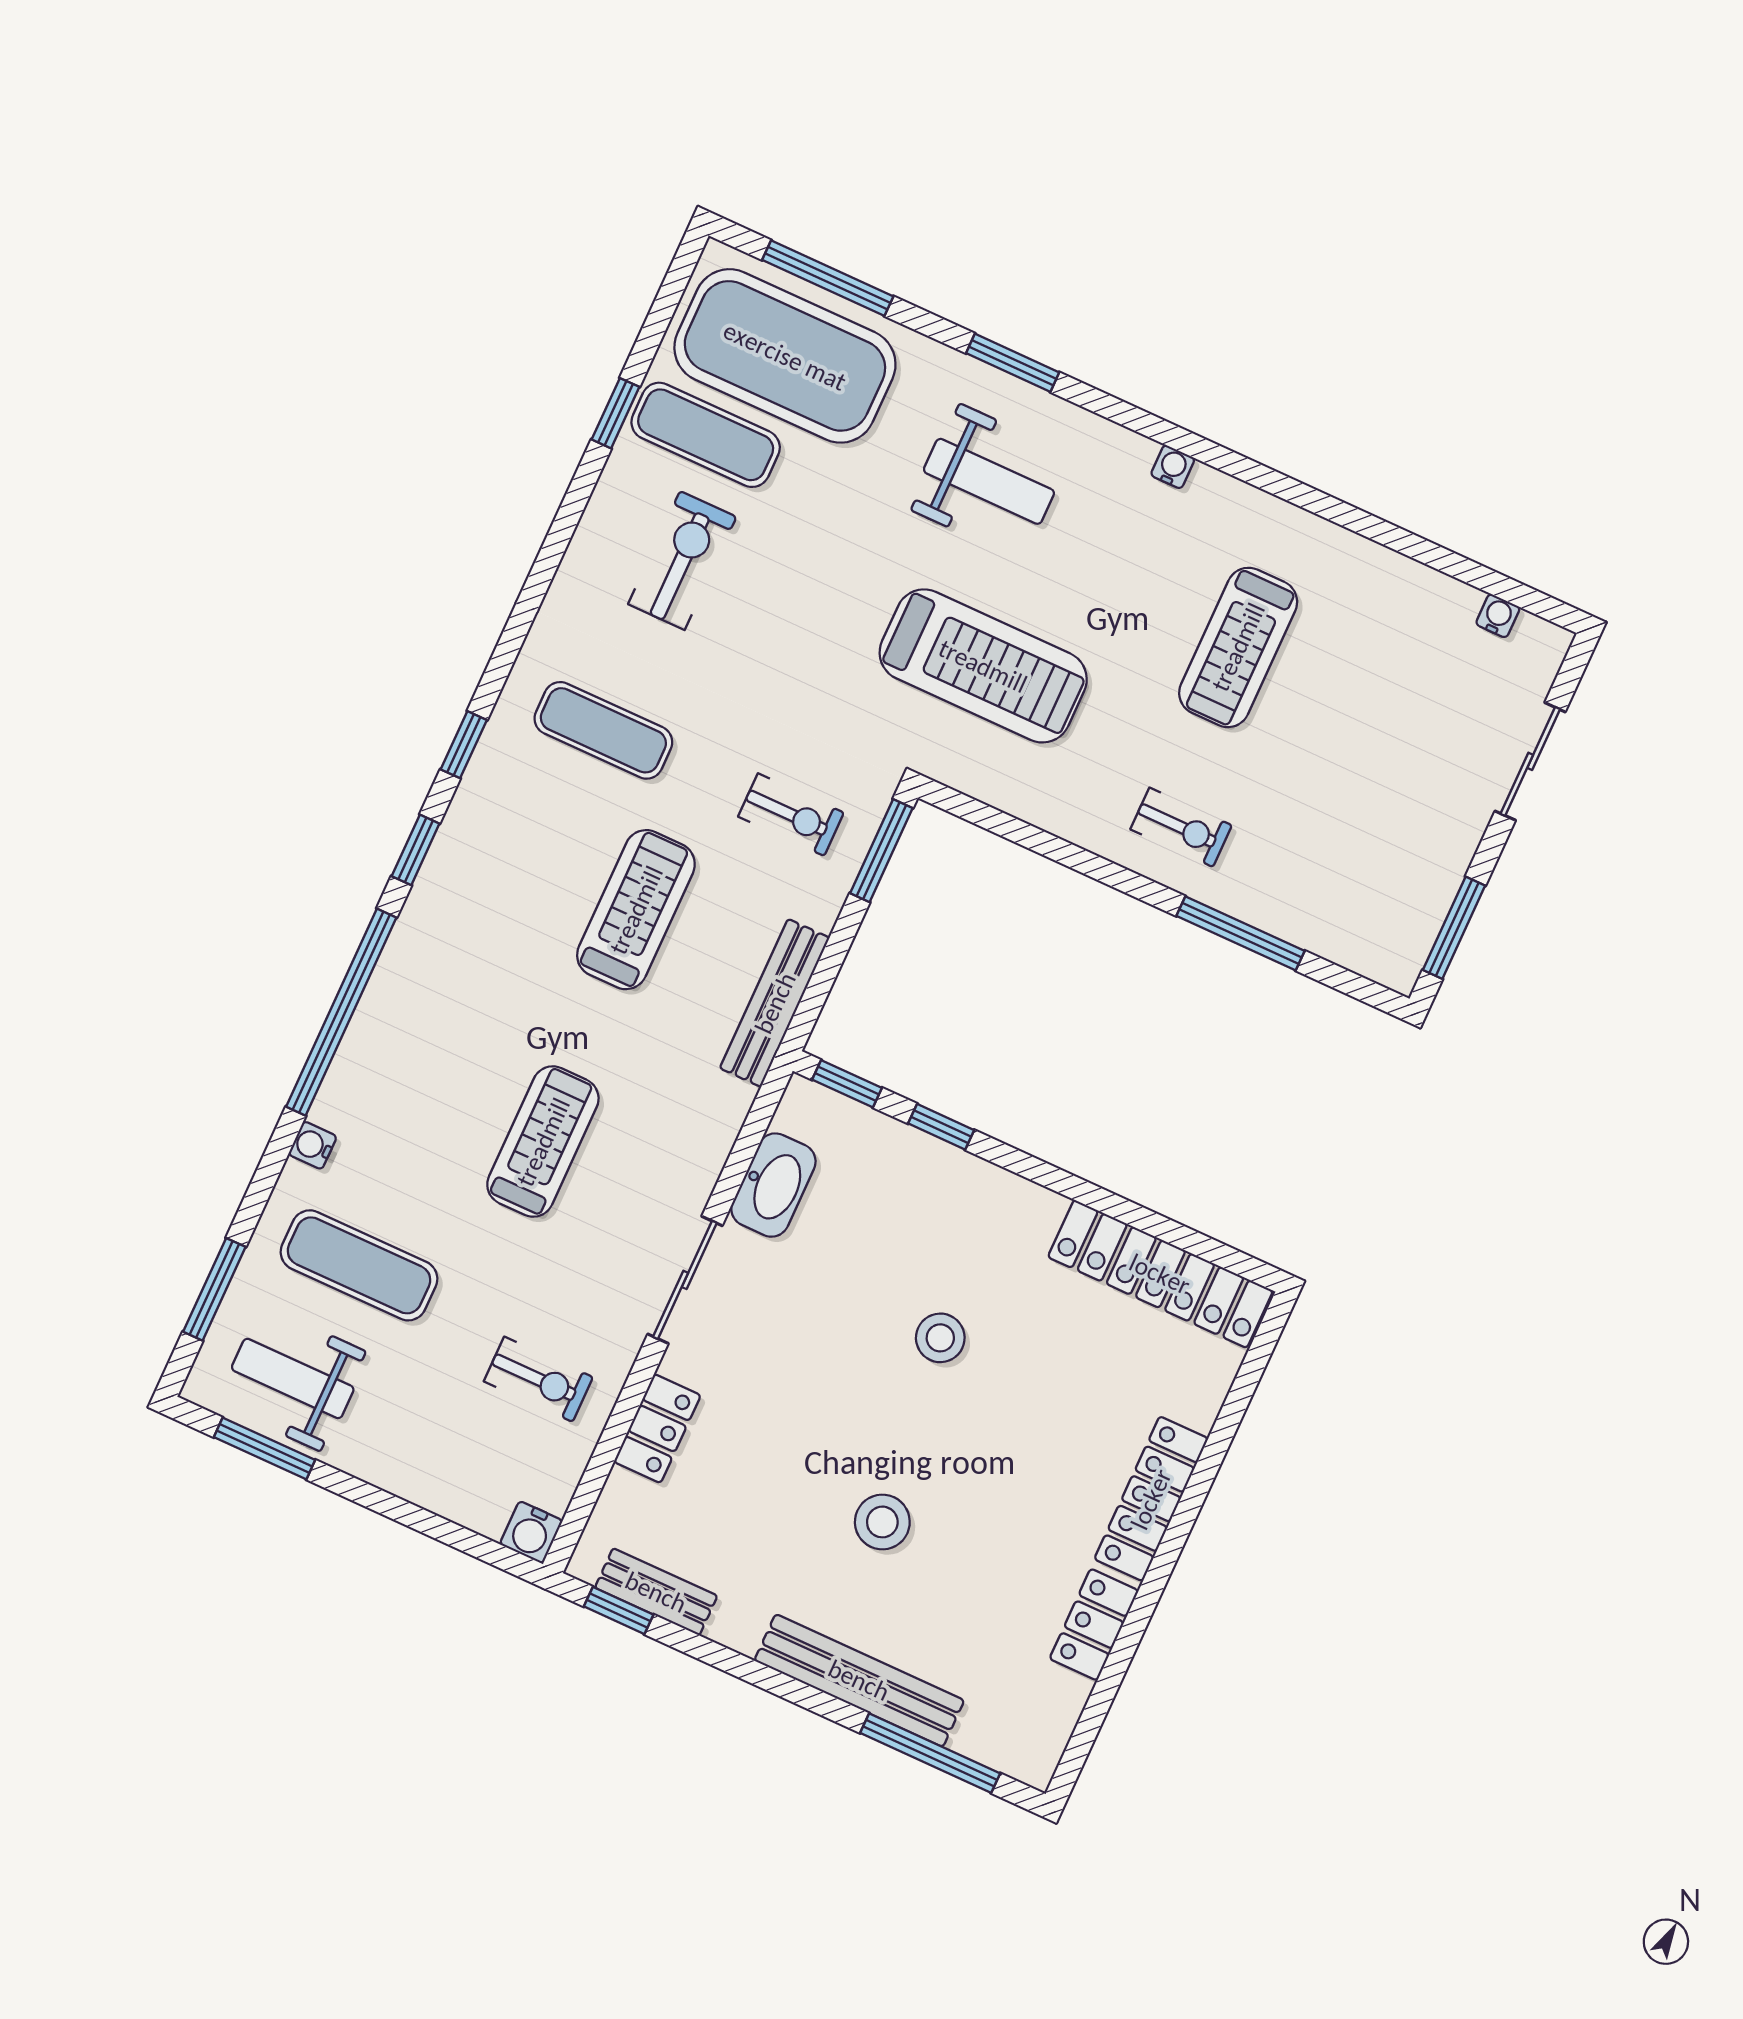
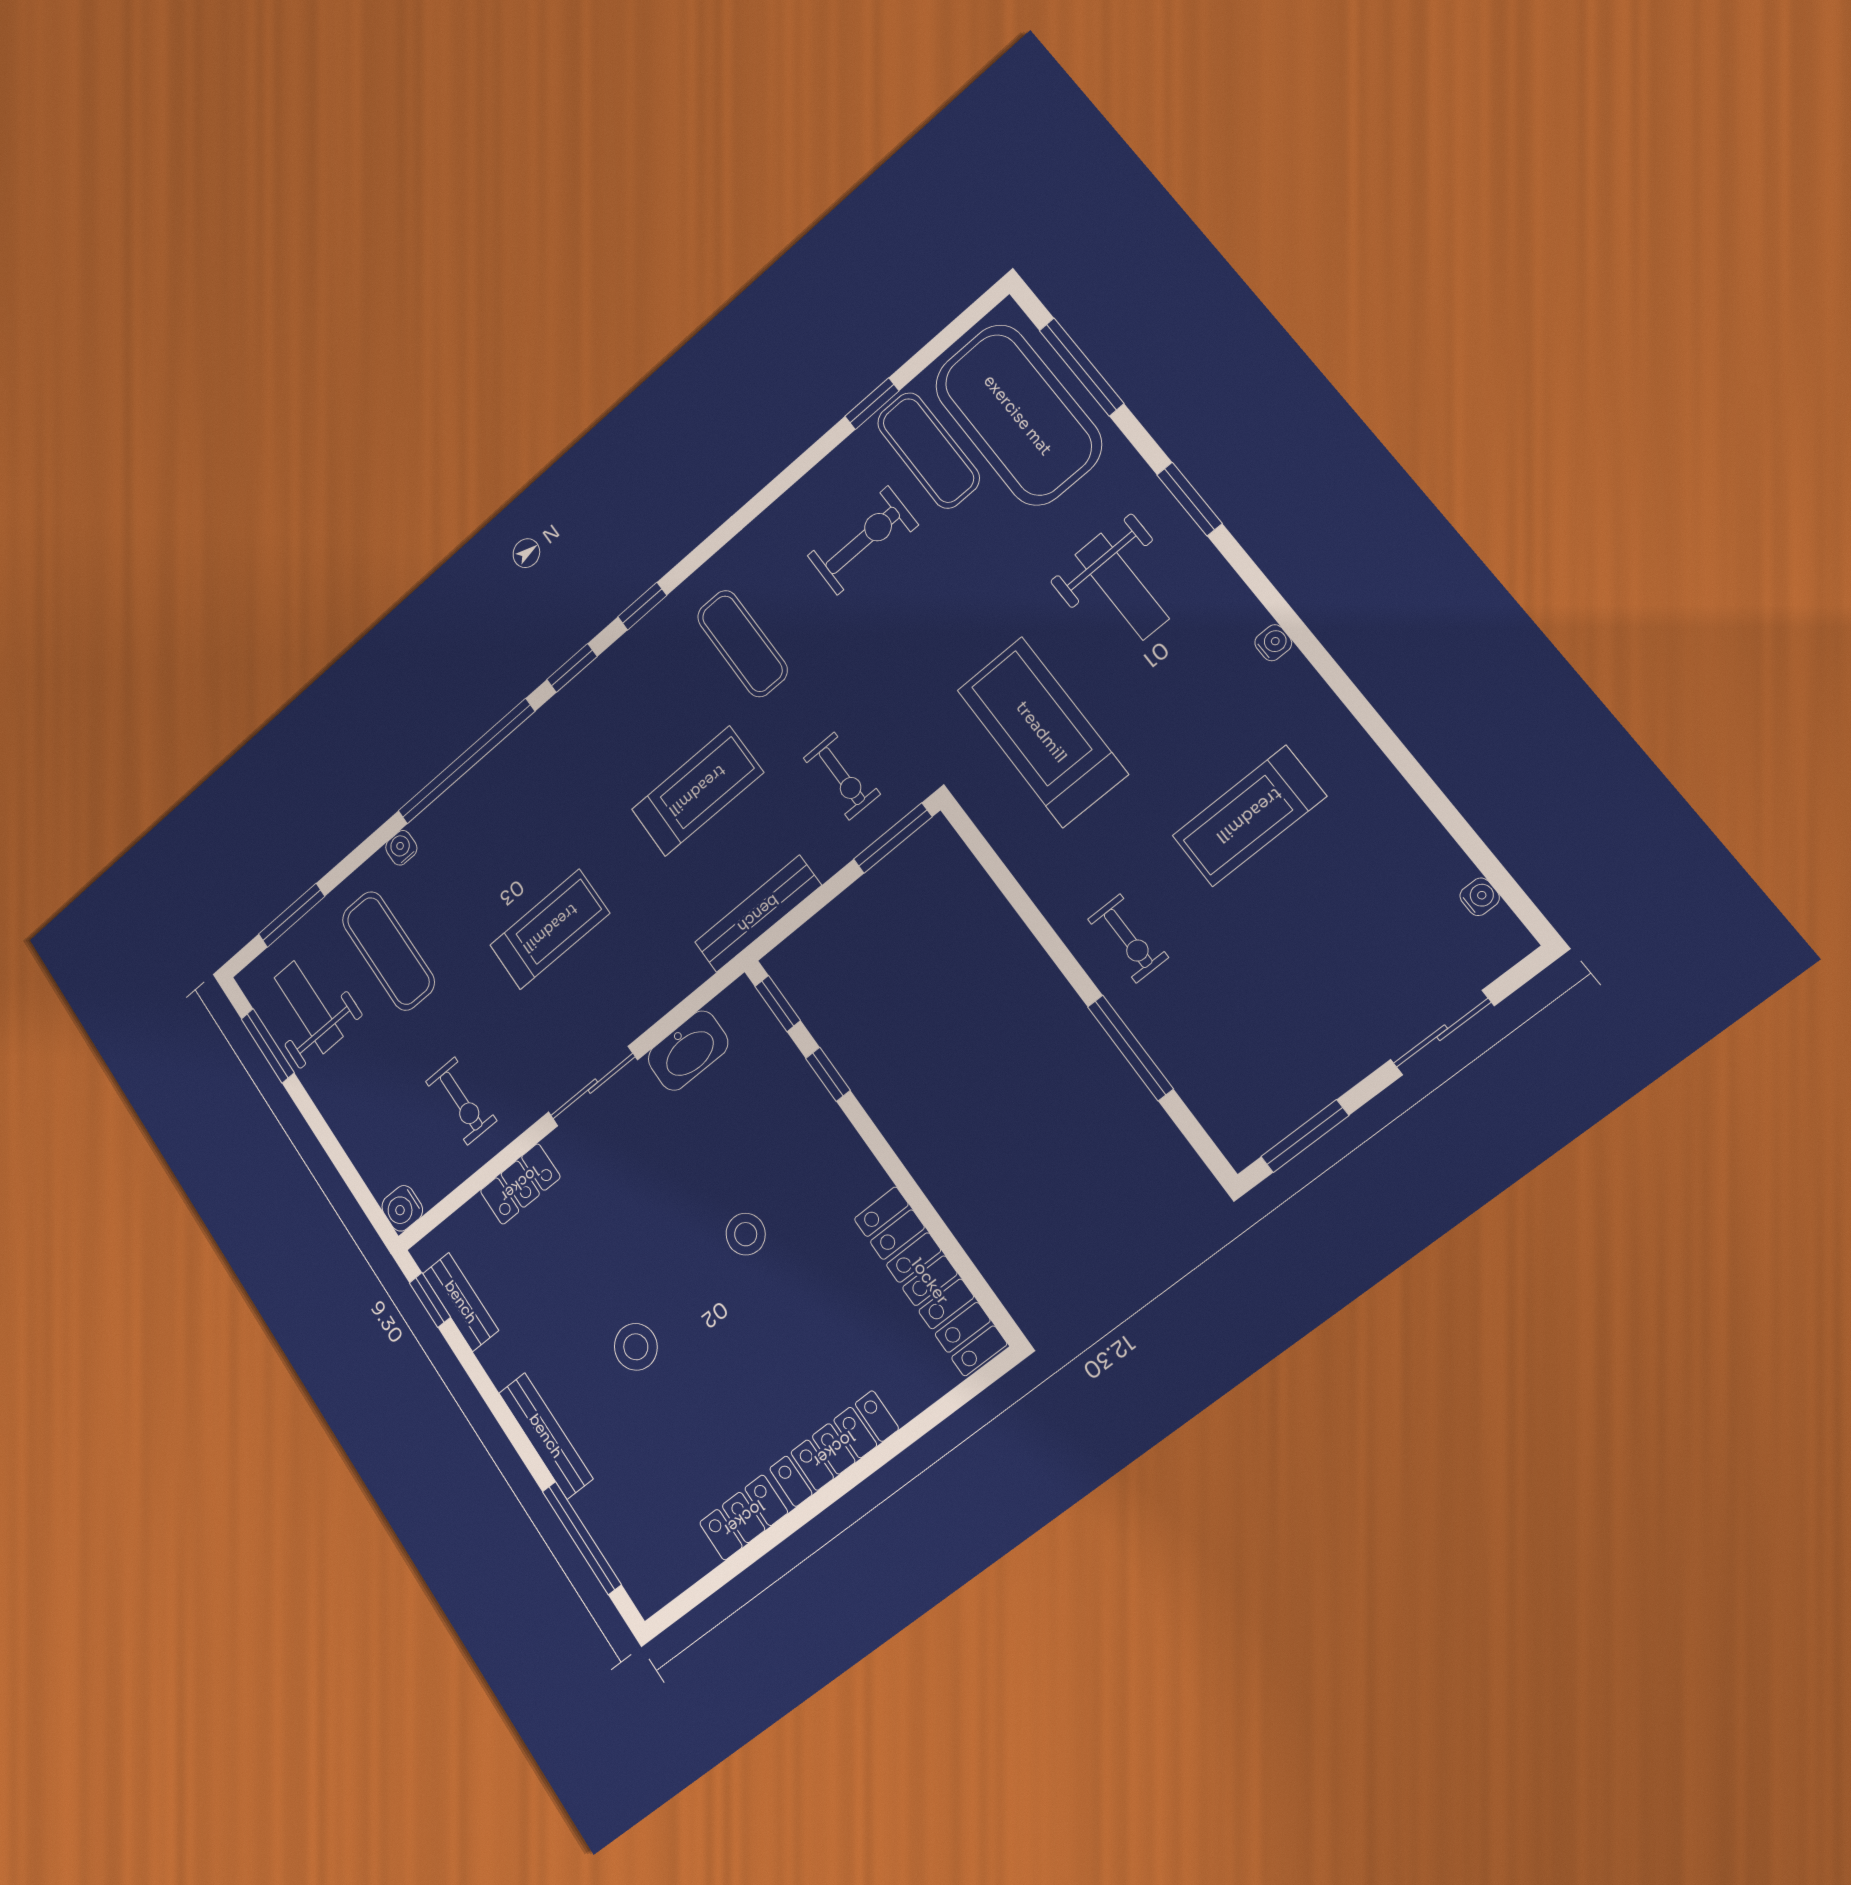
treadmill: (983, 666) -> (1042, 732), turned 180
bench: (859, 1680) -> (546, 1436), width x0.73, depth x0.82

